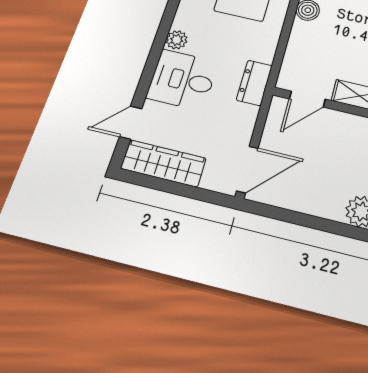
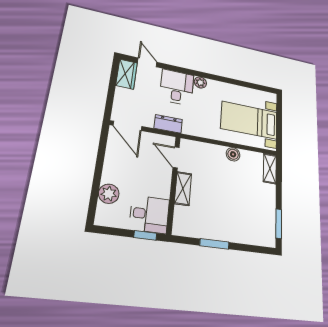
dresser: (254, 83) -> (168, 124), moved
wardrobe: (163, 163) -> (127, 74), width x0.67

